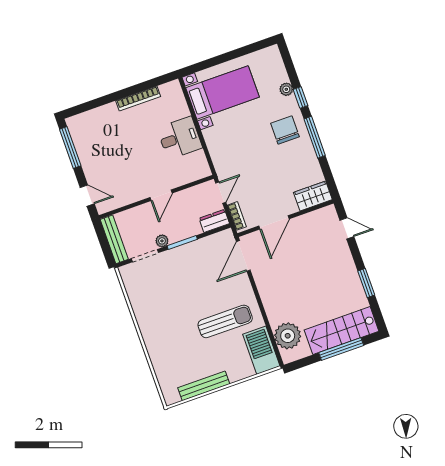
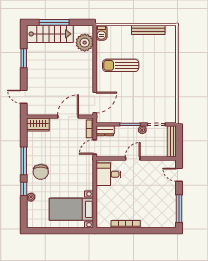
desk: (180, 138) -> (108, 174), moved
barbecue: (261, 350) -> (101, 33), width x0.53, depth x0.65

